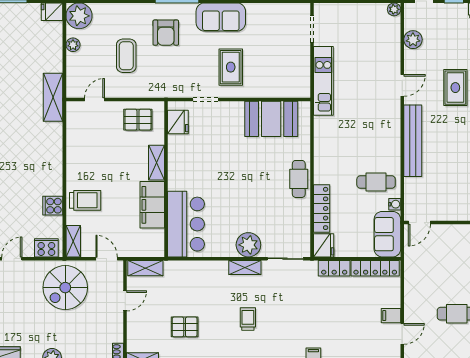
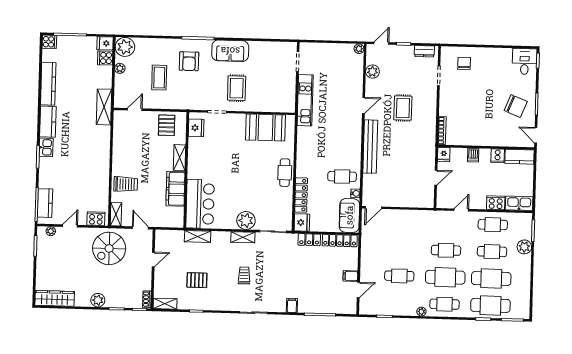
pallet: (138, 120) -> (167, 125), turned 90
cooker: (53, 206) -> (105, 58), moved
shelving: (145, 268) -> (198, 236), moved

